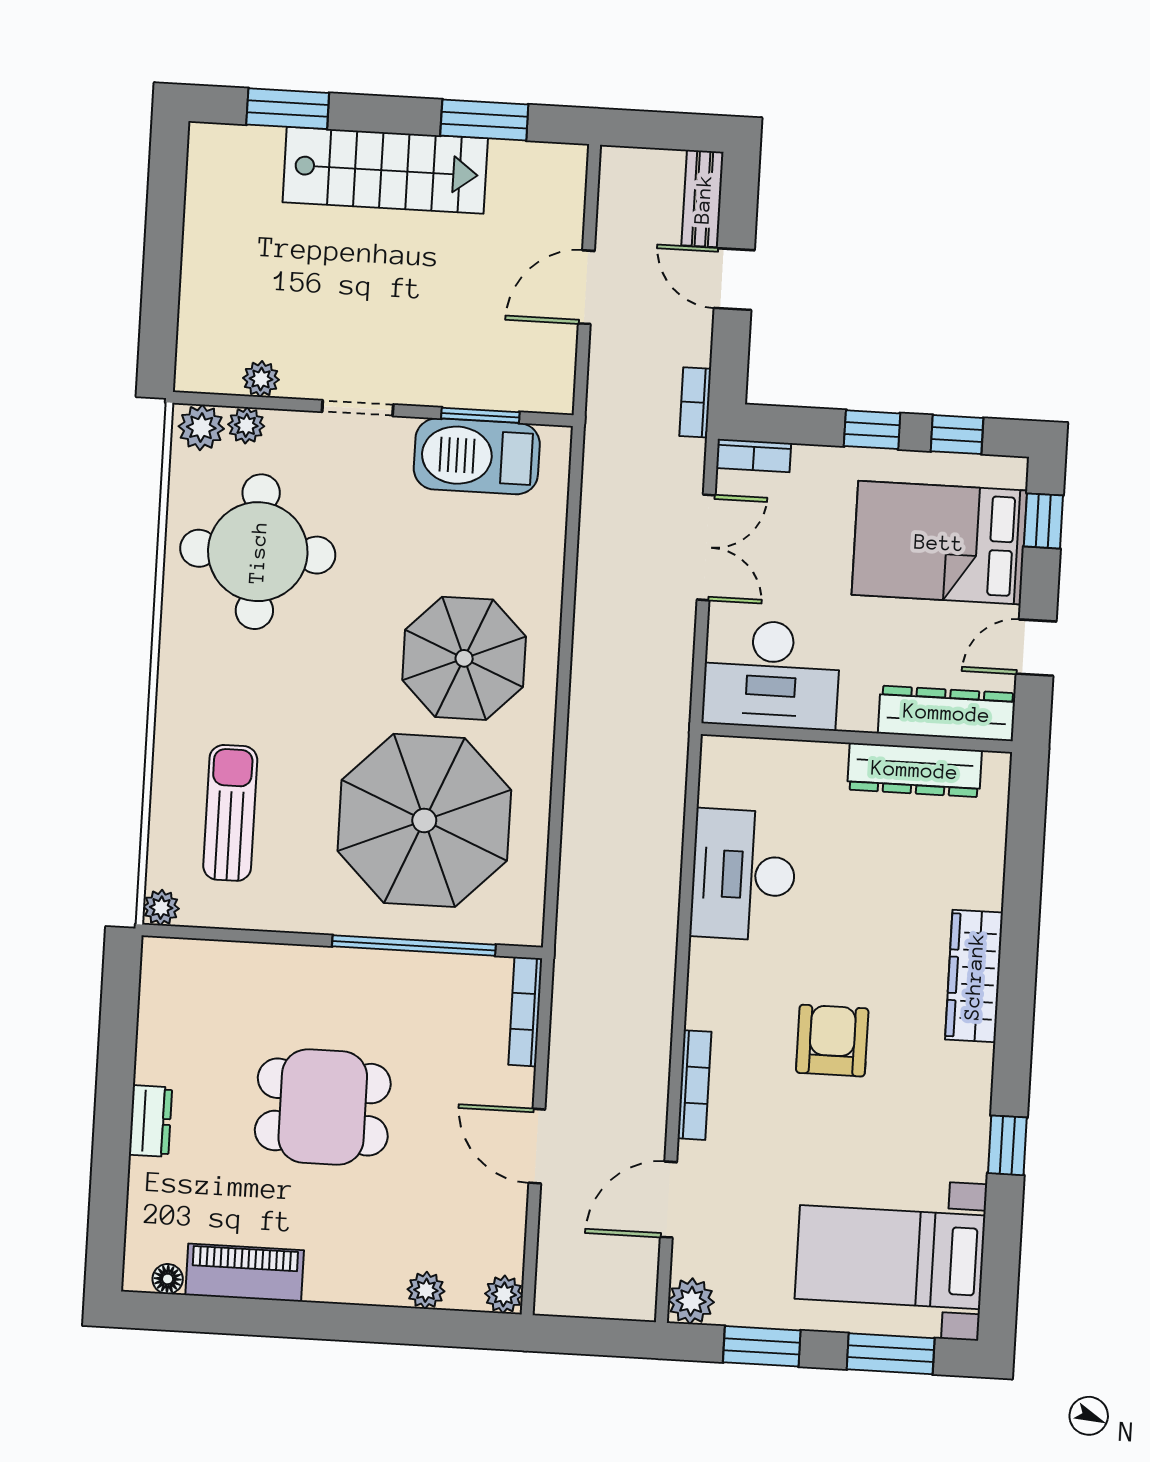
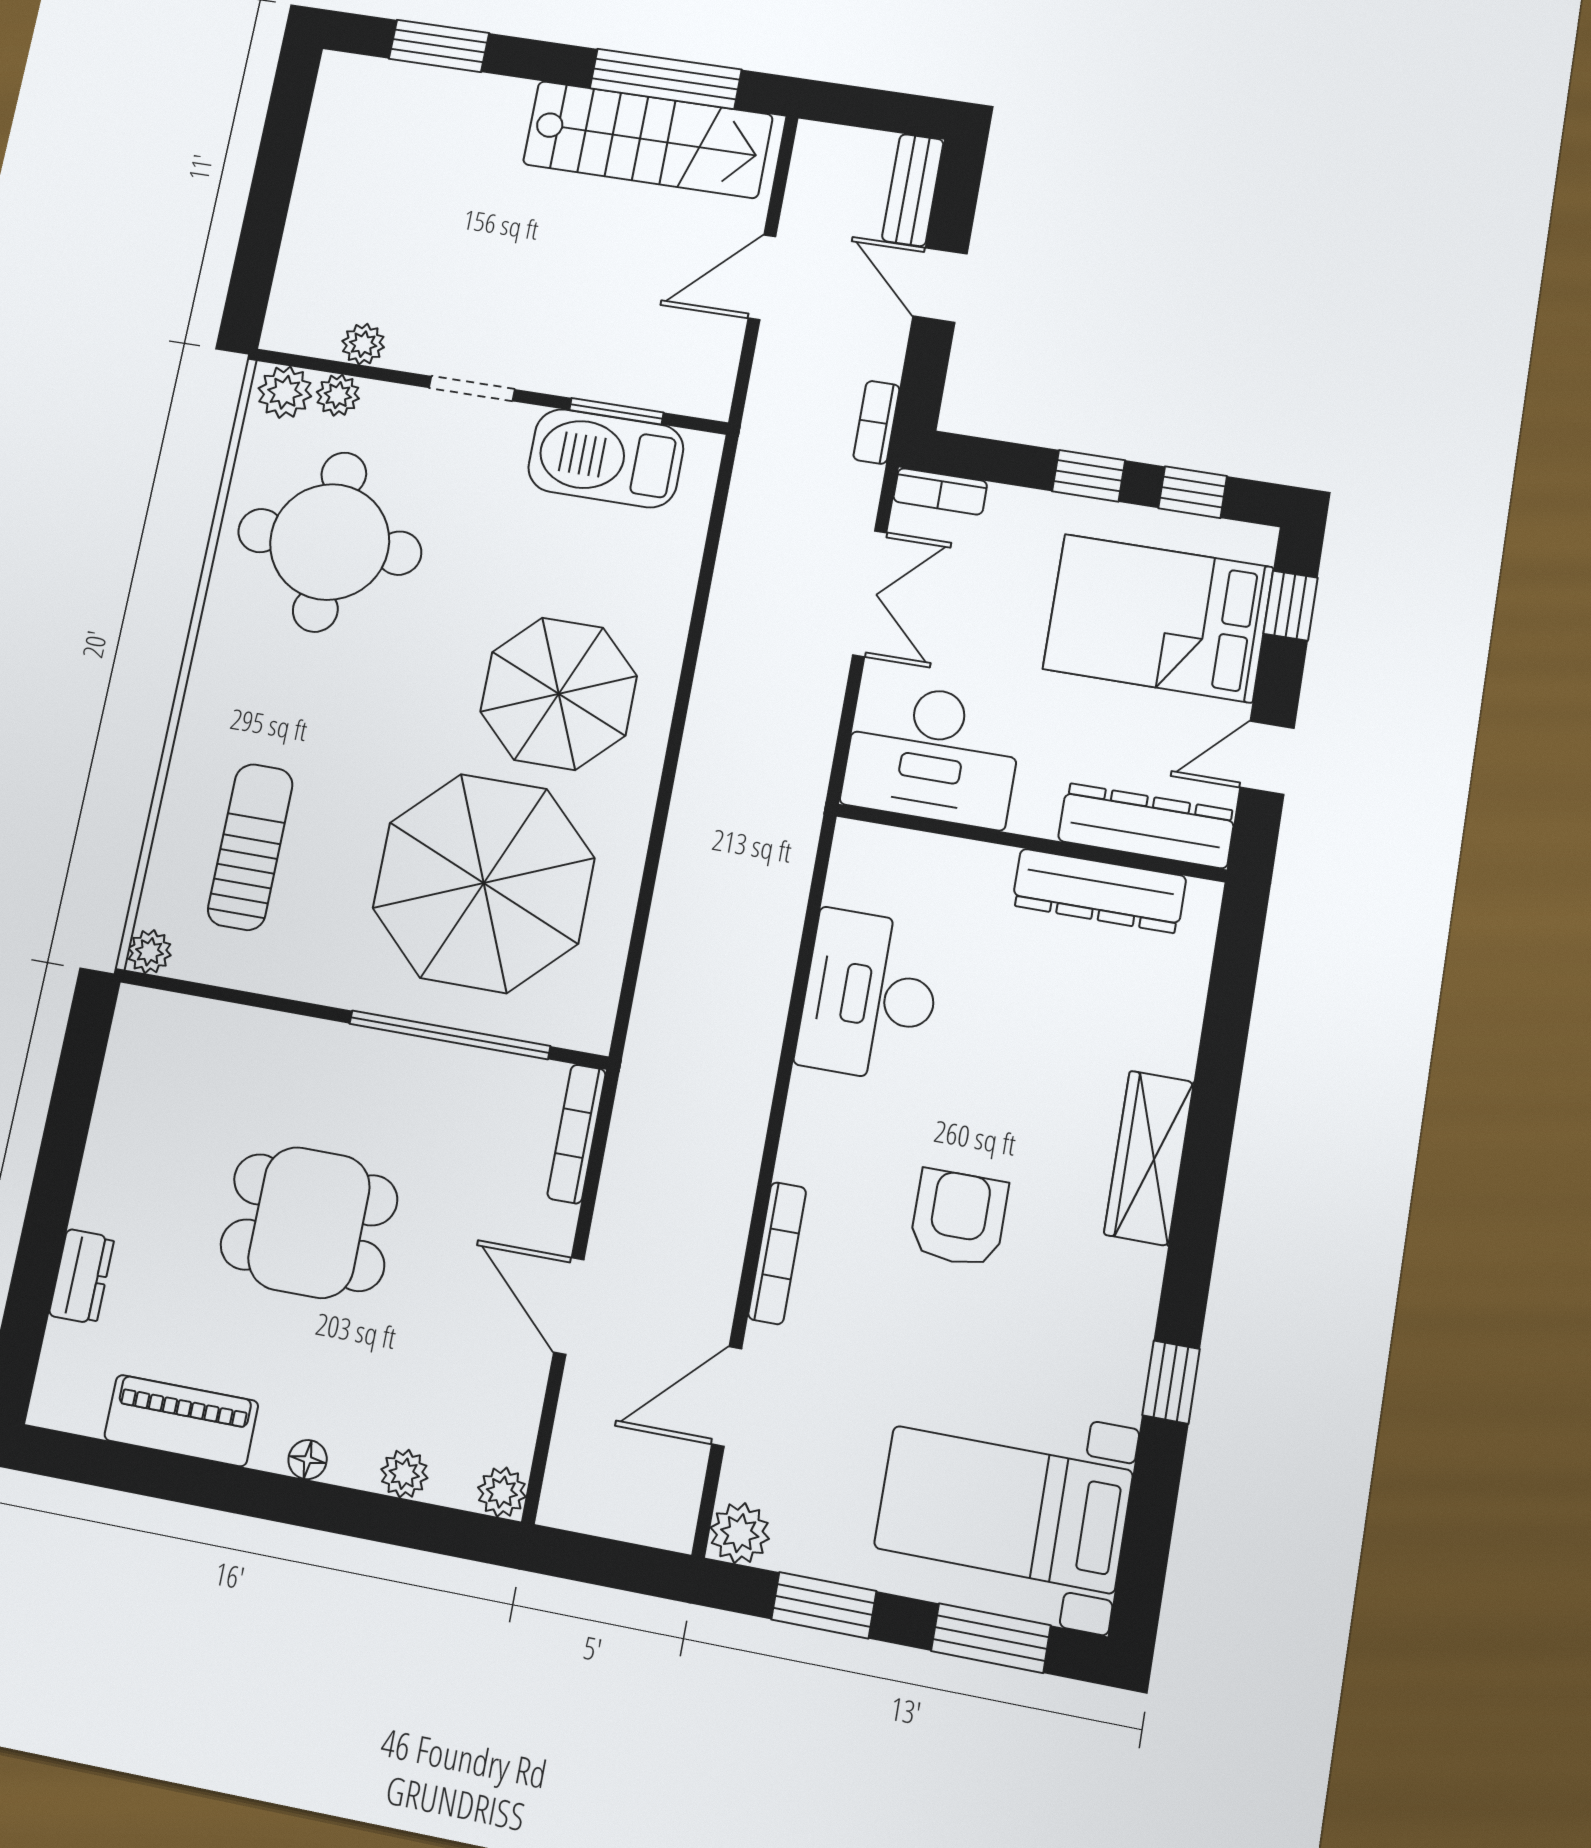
window: (484, 120) -> (666, 79), width x1.44
stairs: (385, 170) -> (648, 140), moved
dresser: (150, 1121) -> (82, 1276), moved
floor lamp: (168, 1279) -> (308, 1460), moved

